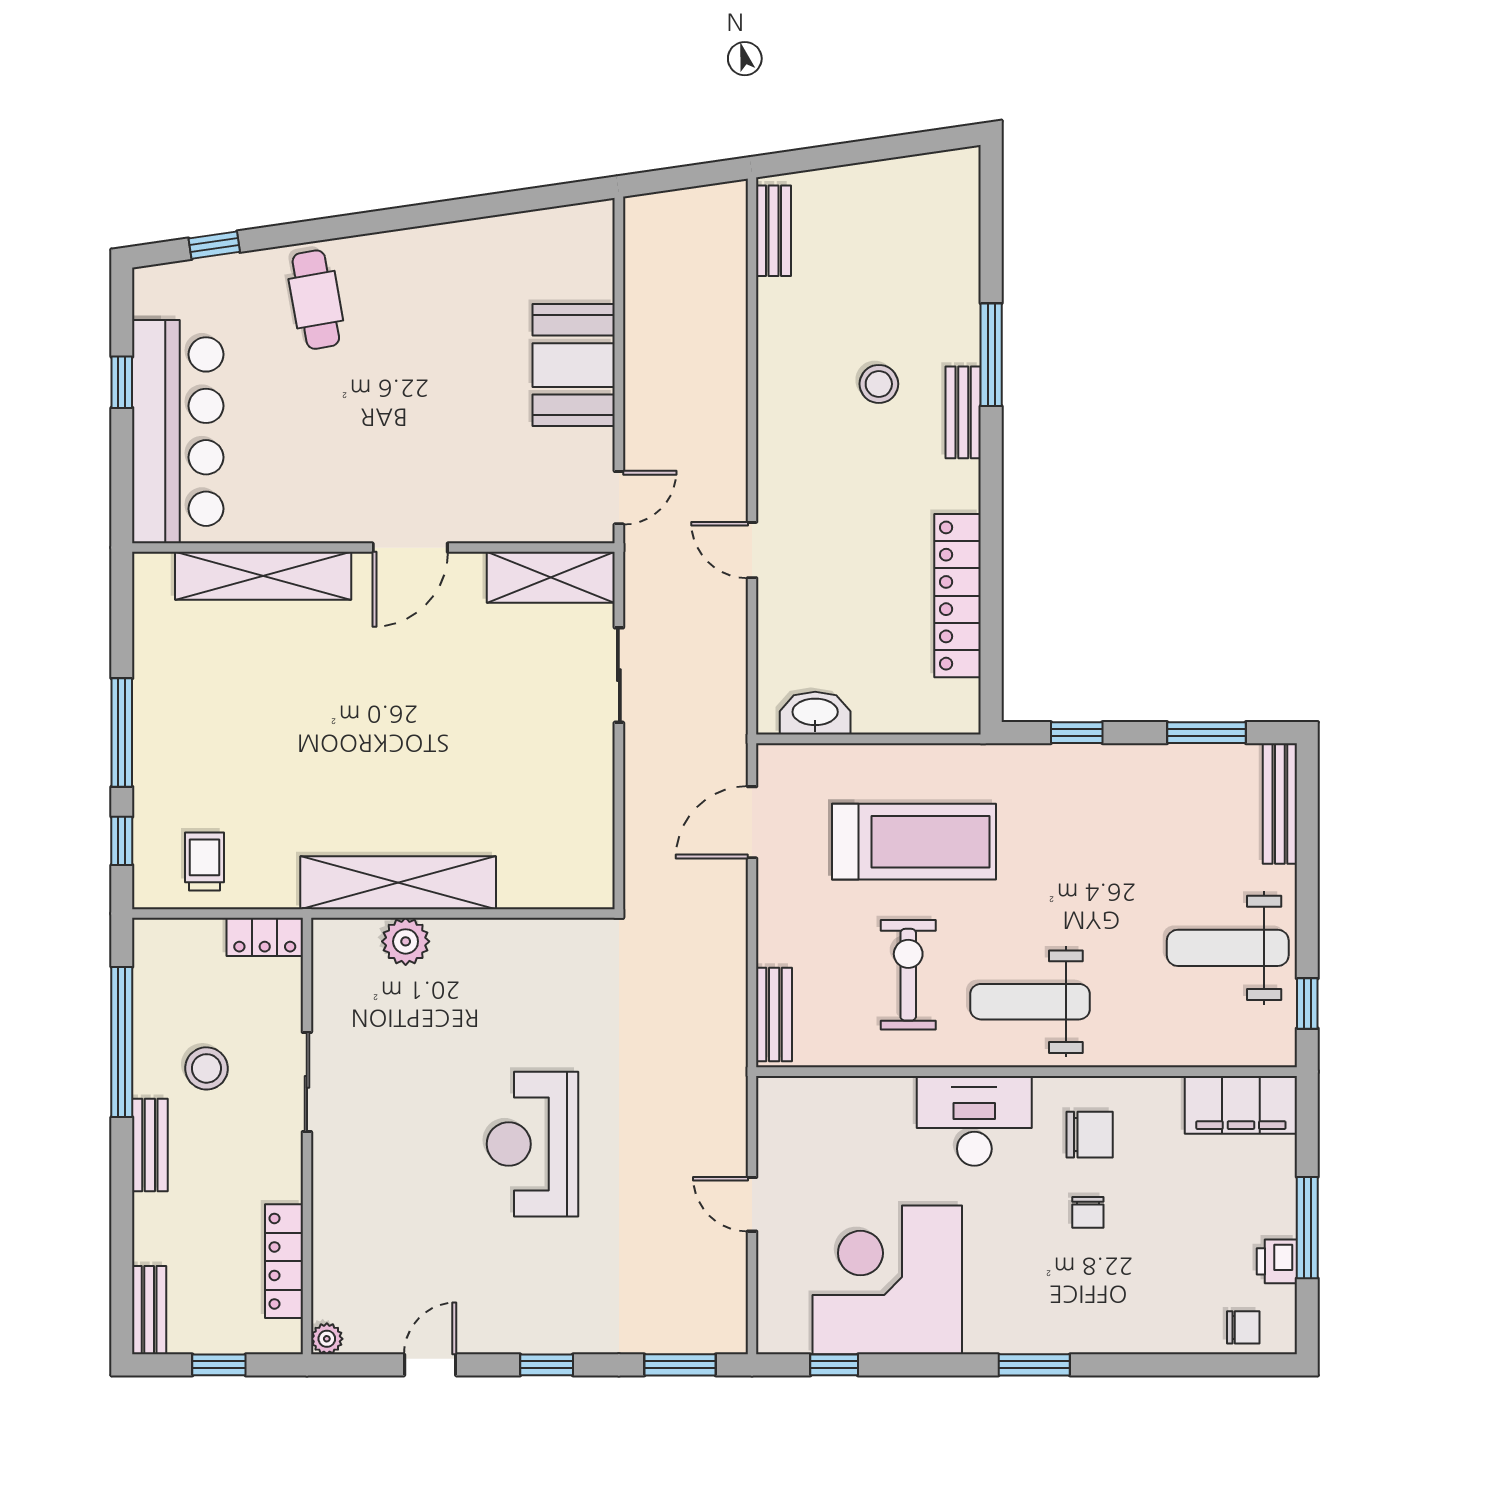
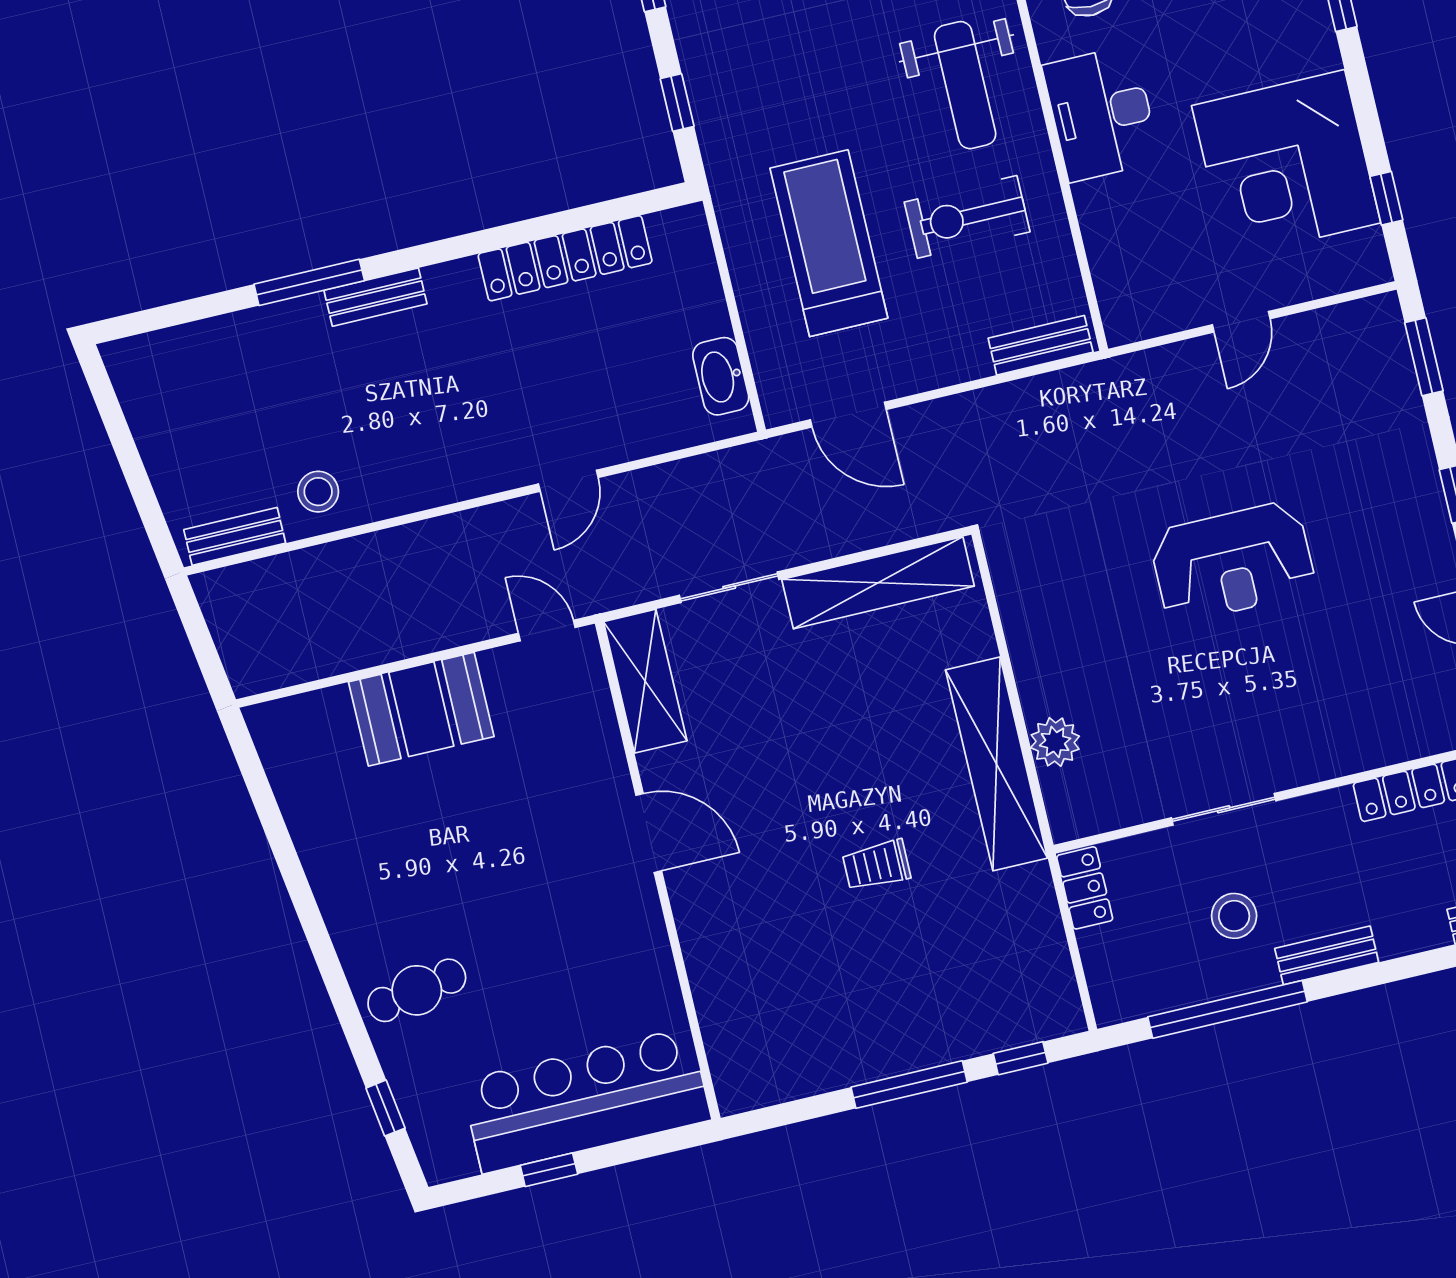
stool: (879, 384) -> (318, 492), moved
shelving: (263, 576) -> (878, 583), moved, turned 90
trolley: (205, 861) -> (876, 865), moved

